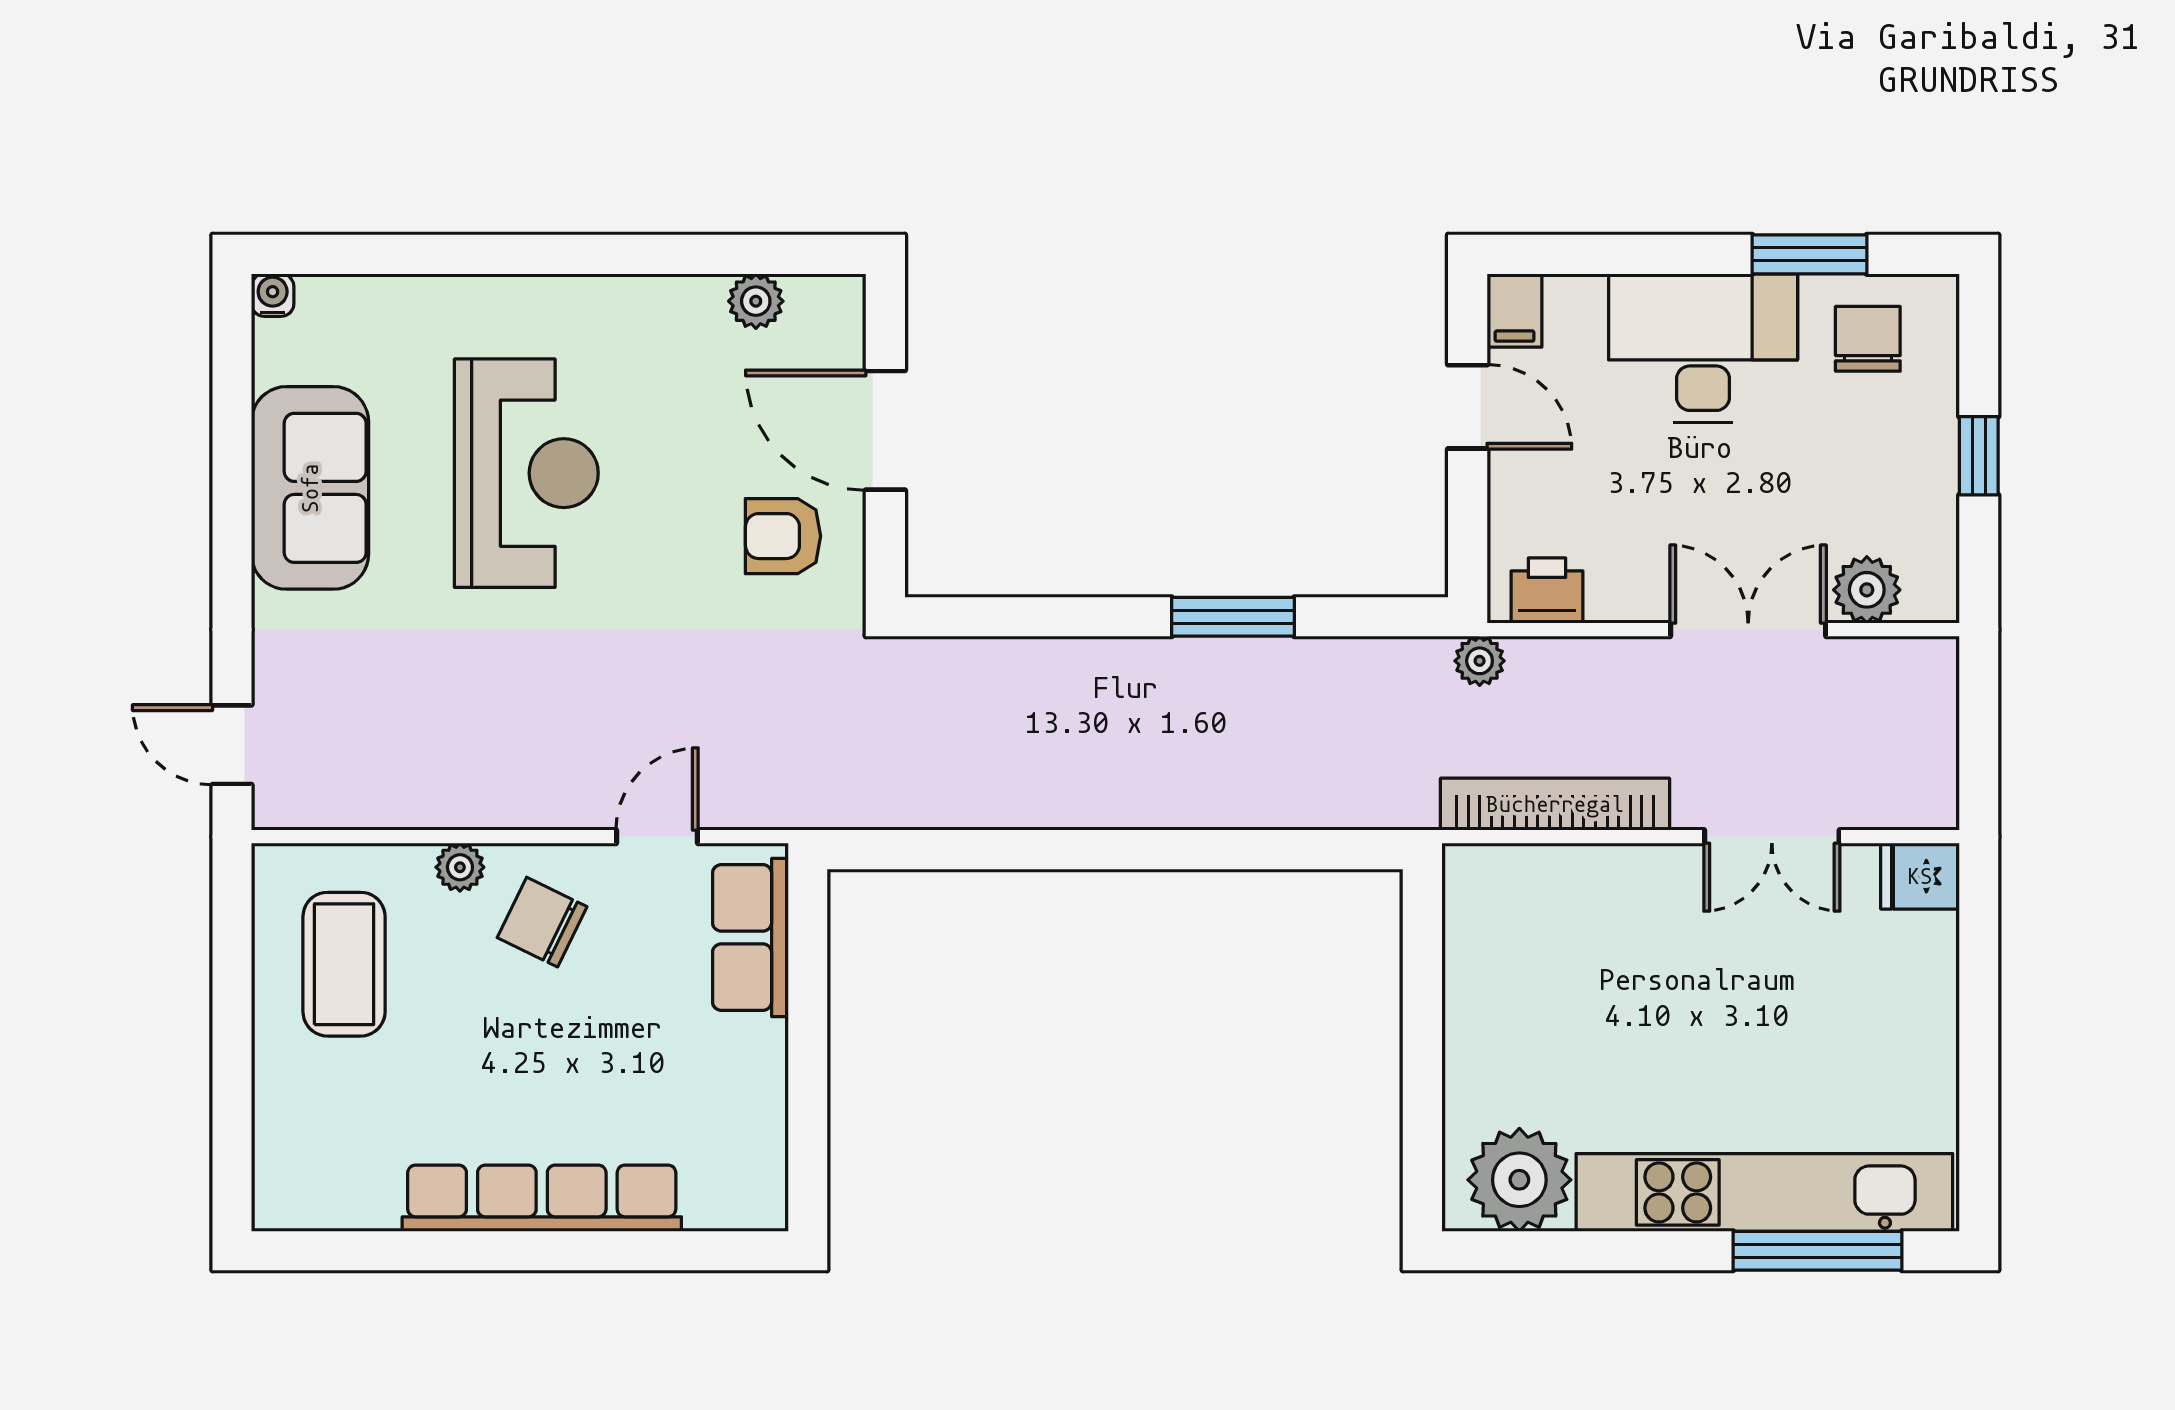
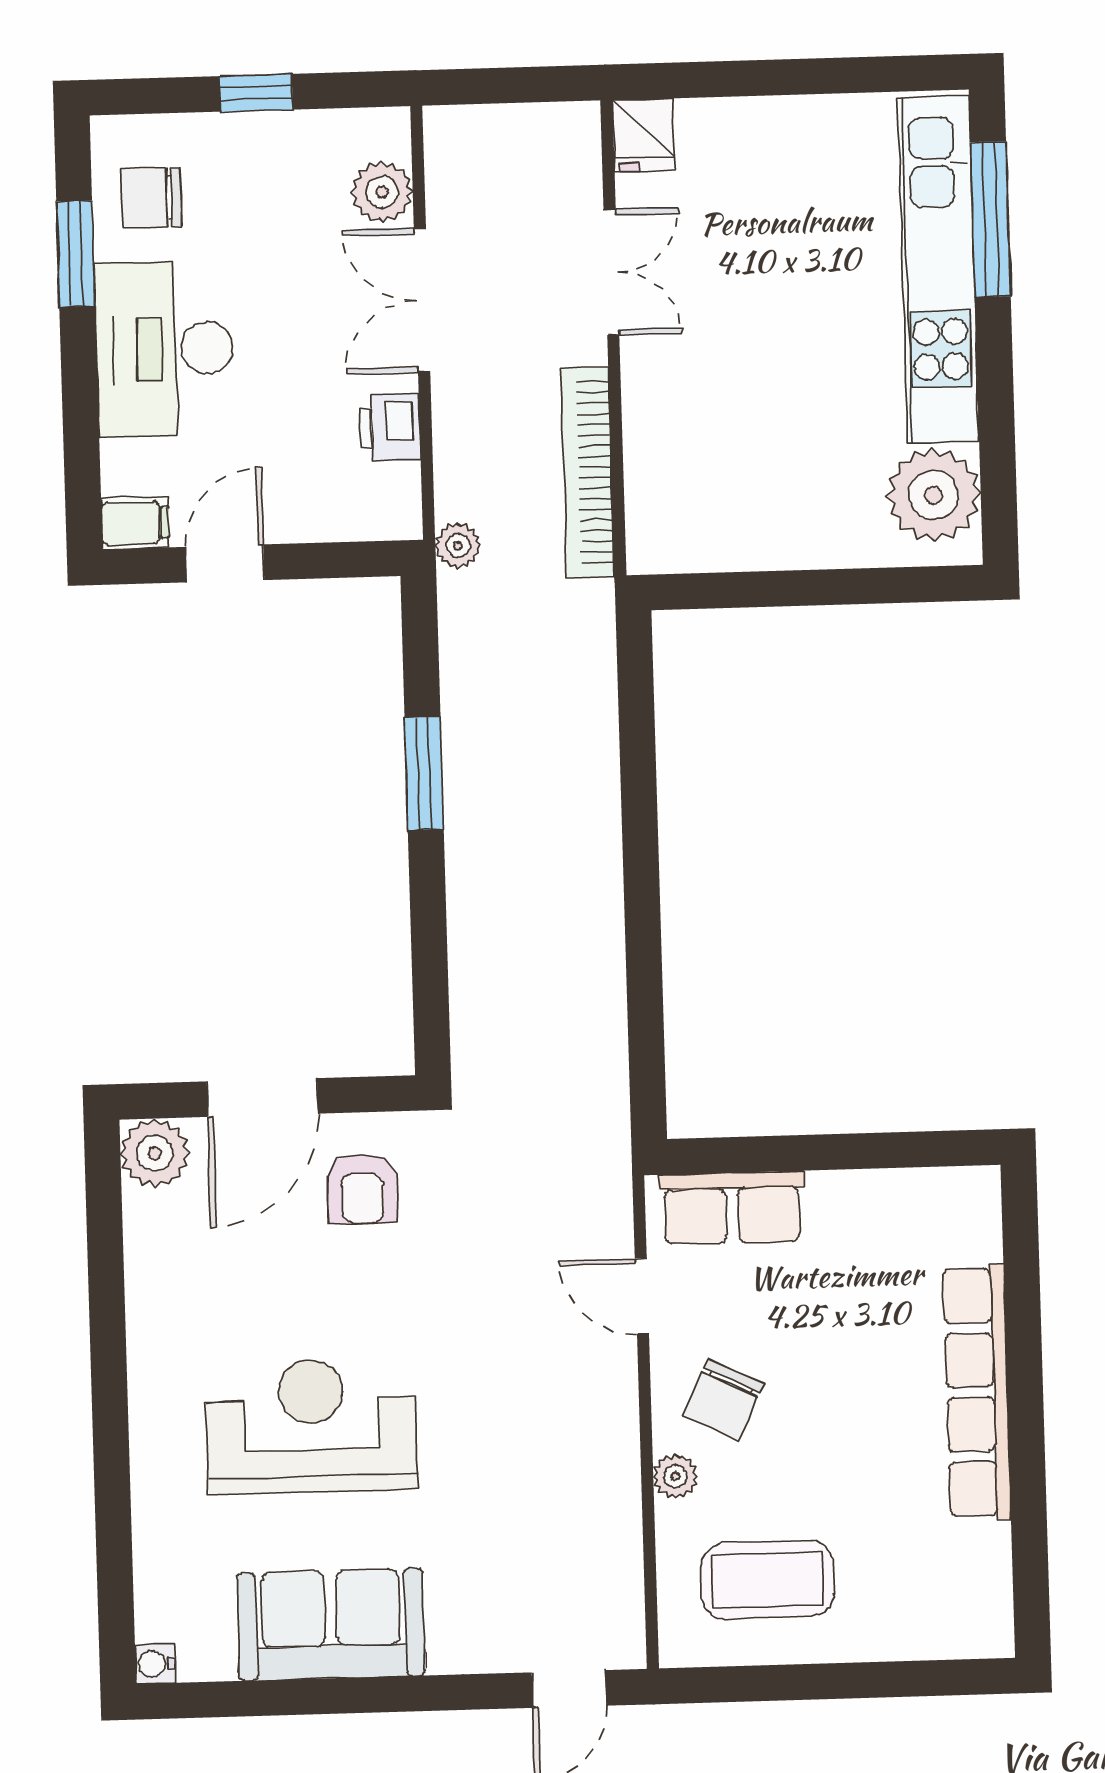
plant: (756, 301) -> (155, 1153), moved, width x1.38, depth x1.38
printer: (1547, 591) -> (390, 428), moved

